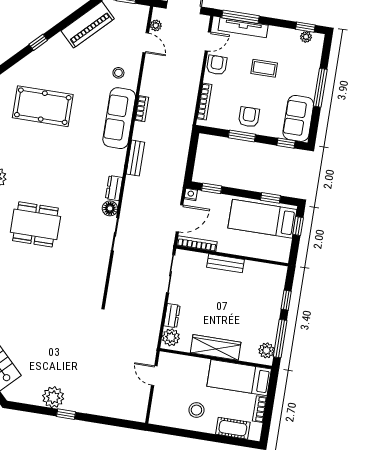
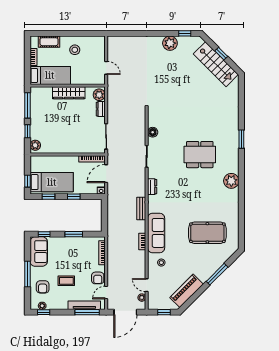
window: (38, 42) -> (217, 274), width x2.17
armchair: (249, 117) -> (43, 287), moved
window: (212, 188) -> (74, 197), moved
floor lamp: (110, 208) -> (153, 132), moved
bench: (226, 263) -> (71, 149), removed
plant: (266, 350) -> (35, 145), moved
window: (66, 414) -> (185, 33), moved

